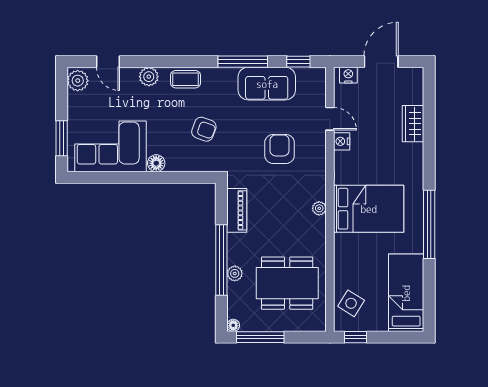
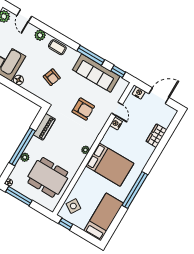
sofa: (267, 84) -> (96, 73), width x1.36
armchair: (280, 149) -> (83, 109), turned 90

